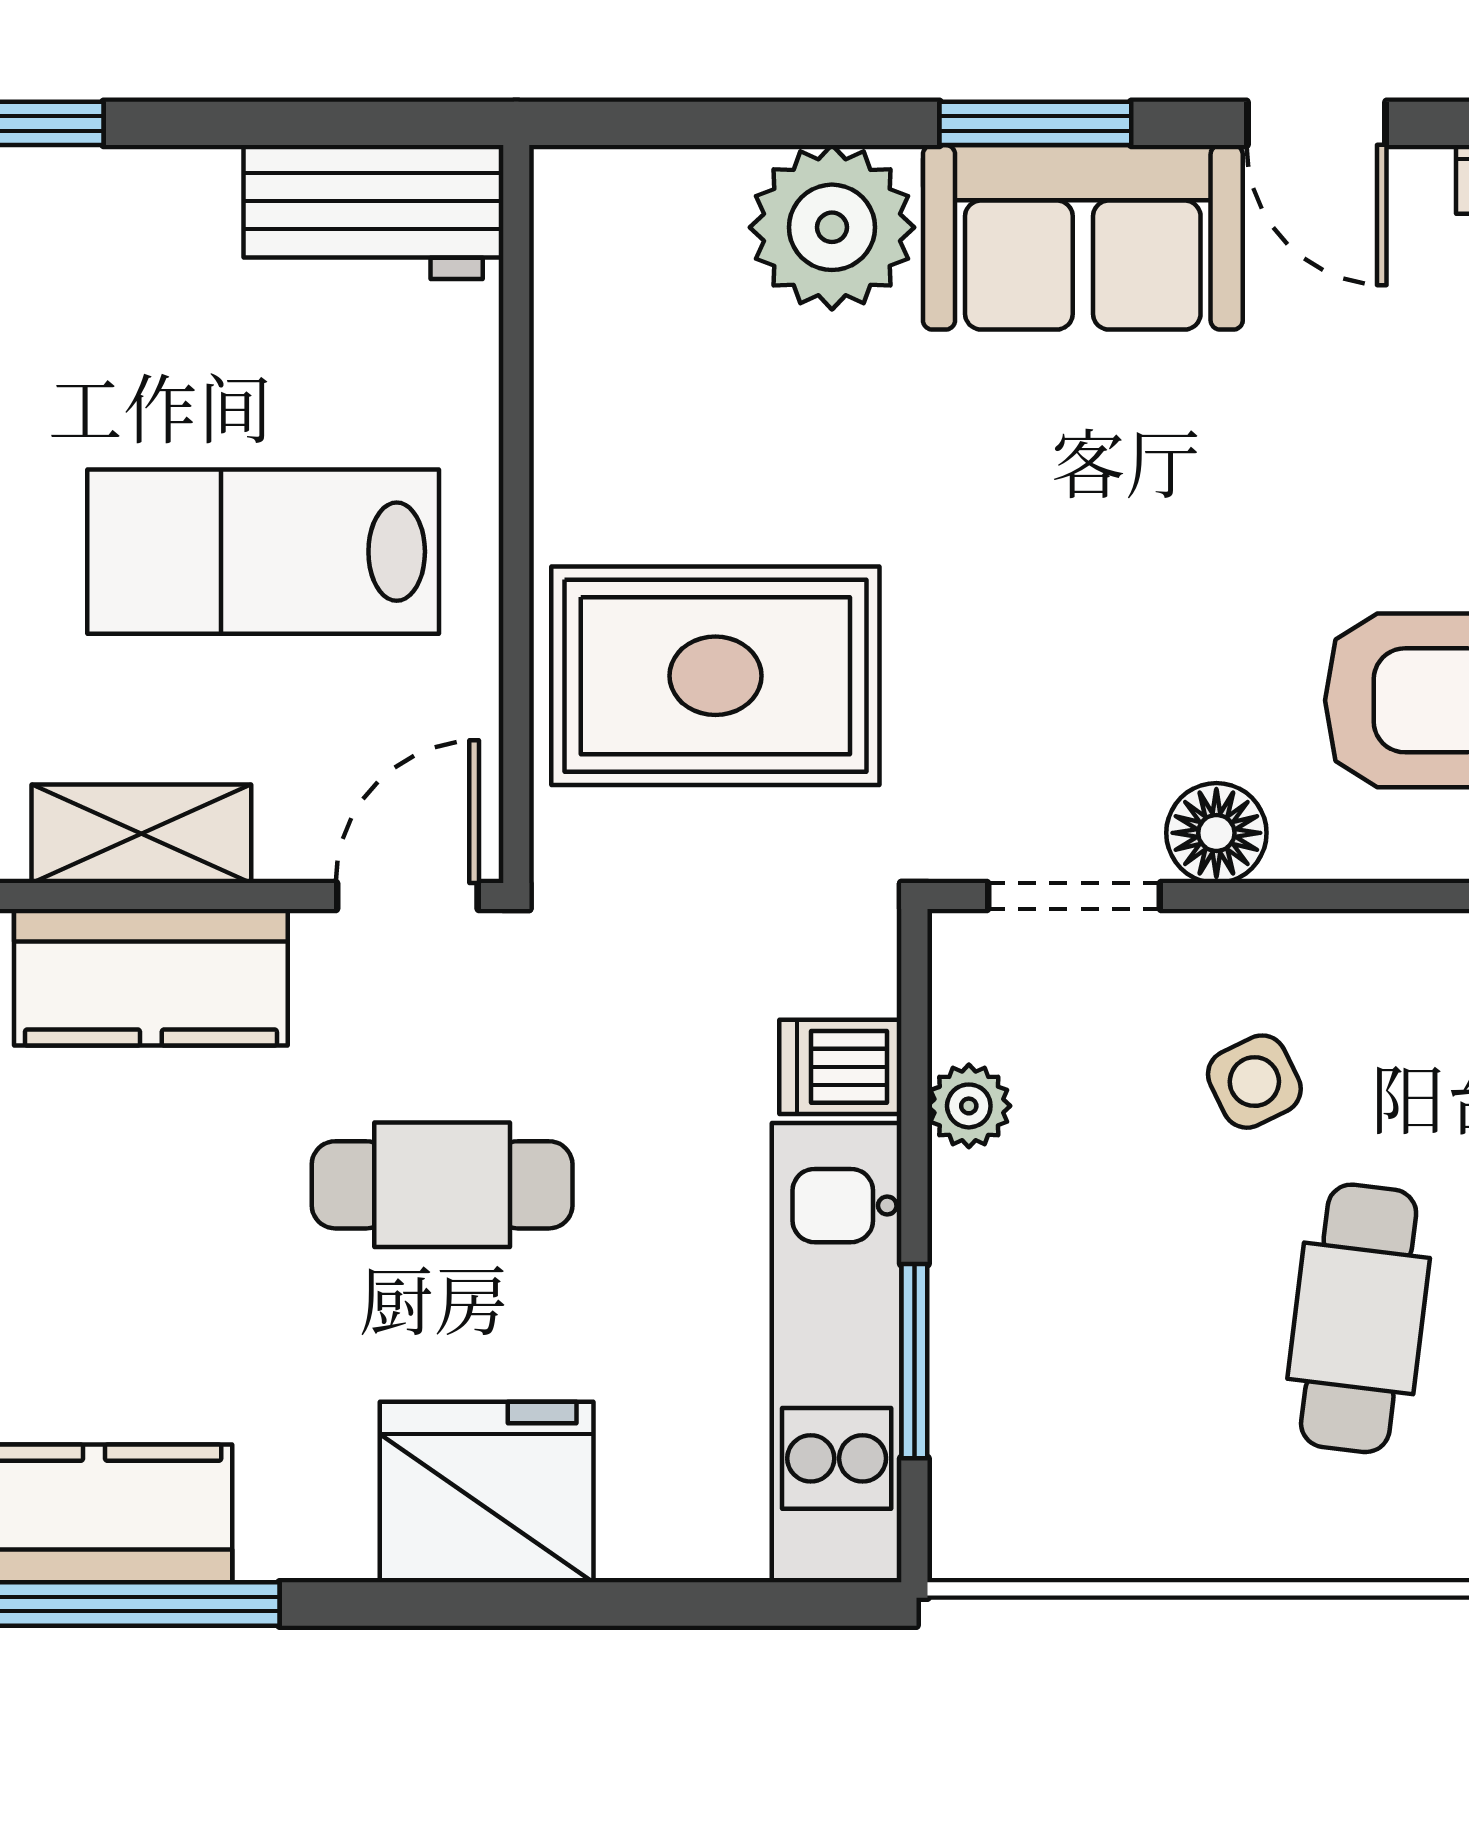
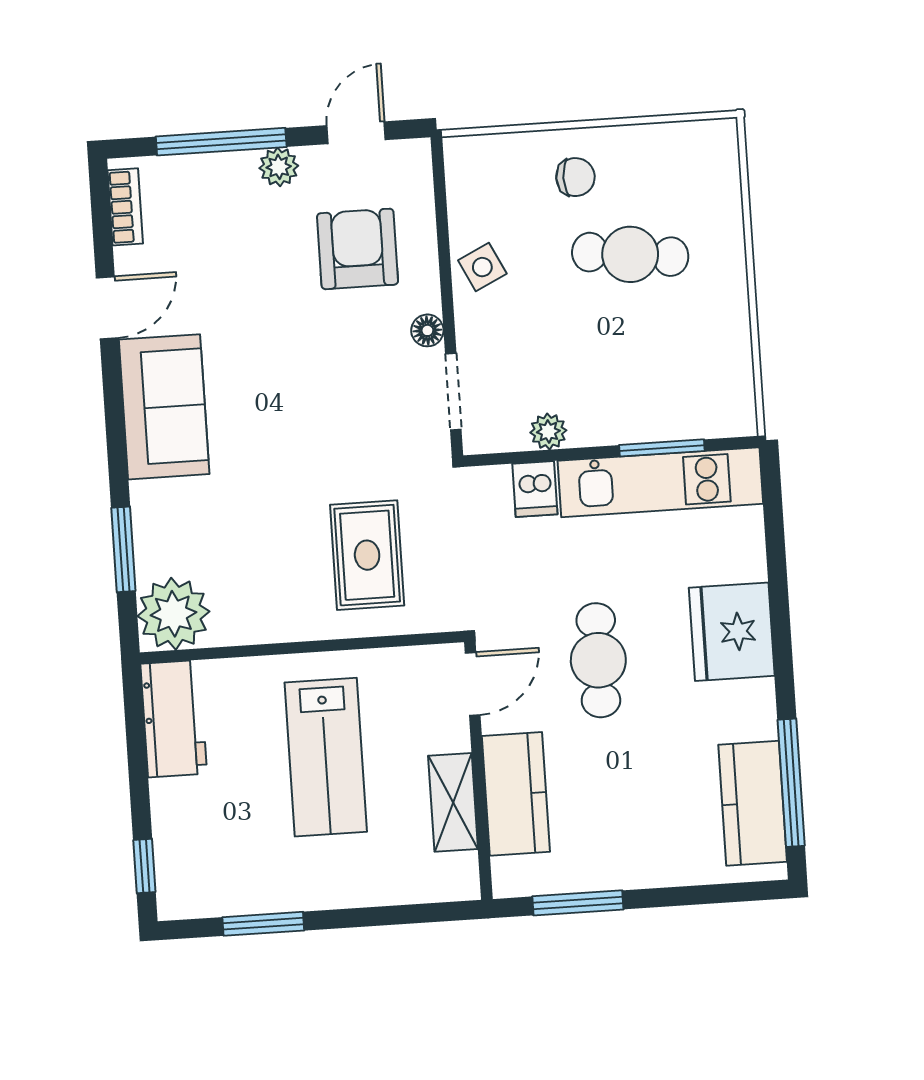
window: (1035, 123) -> (123, 549), moved
plant: (832, 227) -> (173, 614), moved
rug: (715, 676) -> (367, 555), width x0.73, depth x0.70
floor lamp: (1216, 833) -> (427, 330), width x0.73, depth x0.73
door: (407, 896) -> (473, 684), swing flipped
side table: (1254, 1082) -> (482, 267), moved

